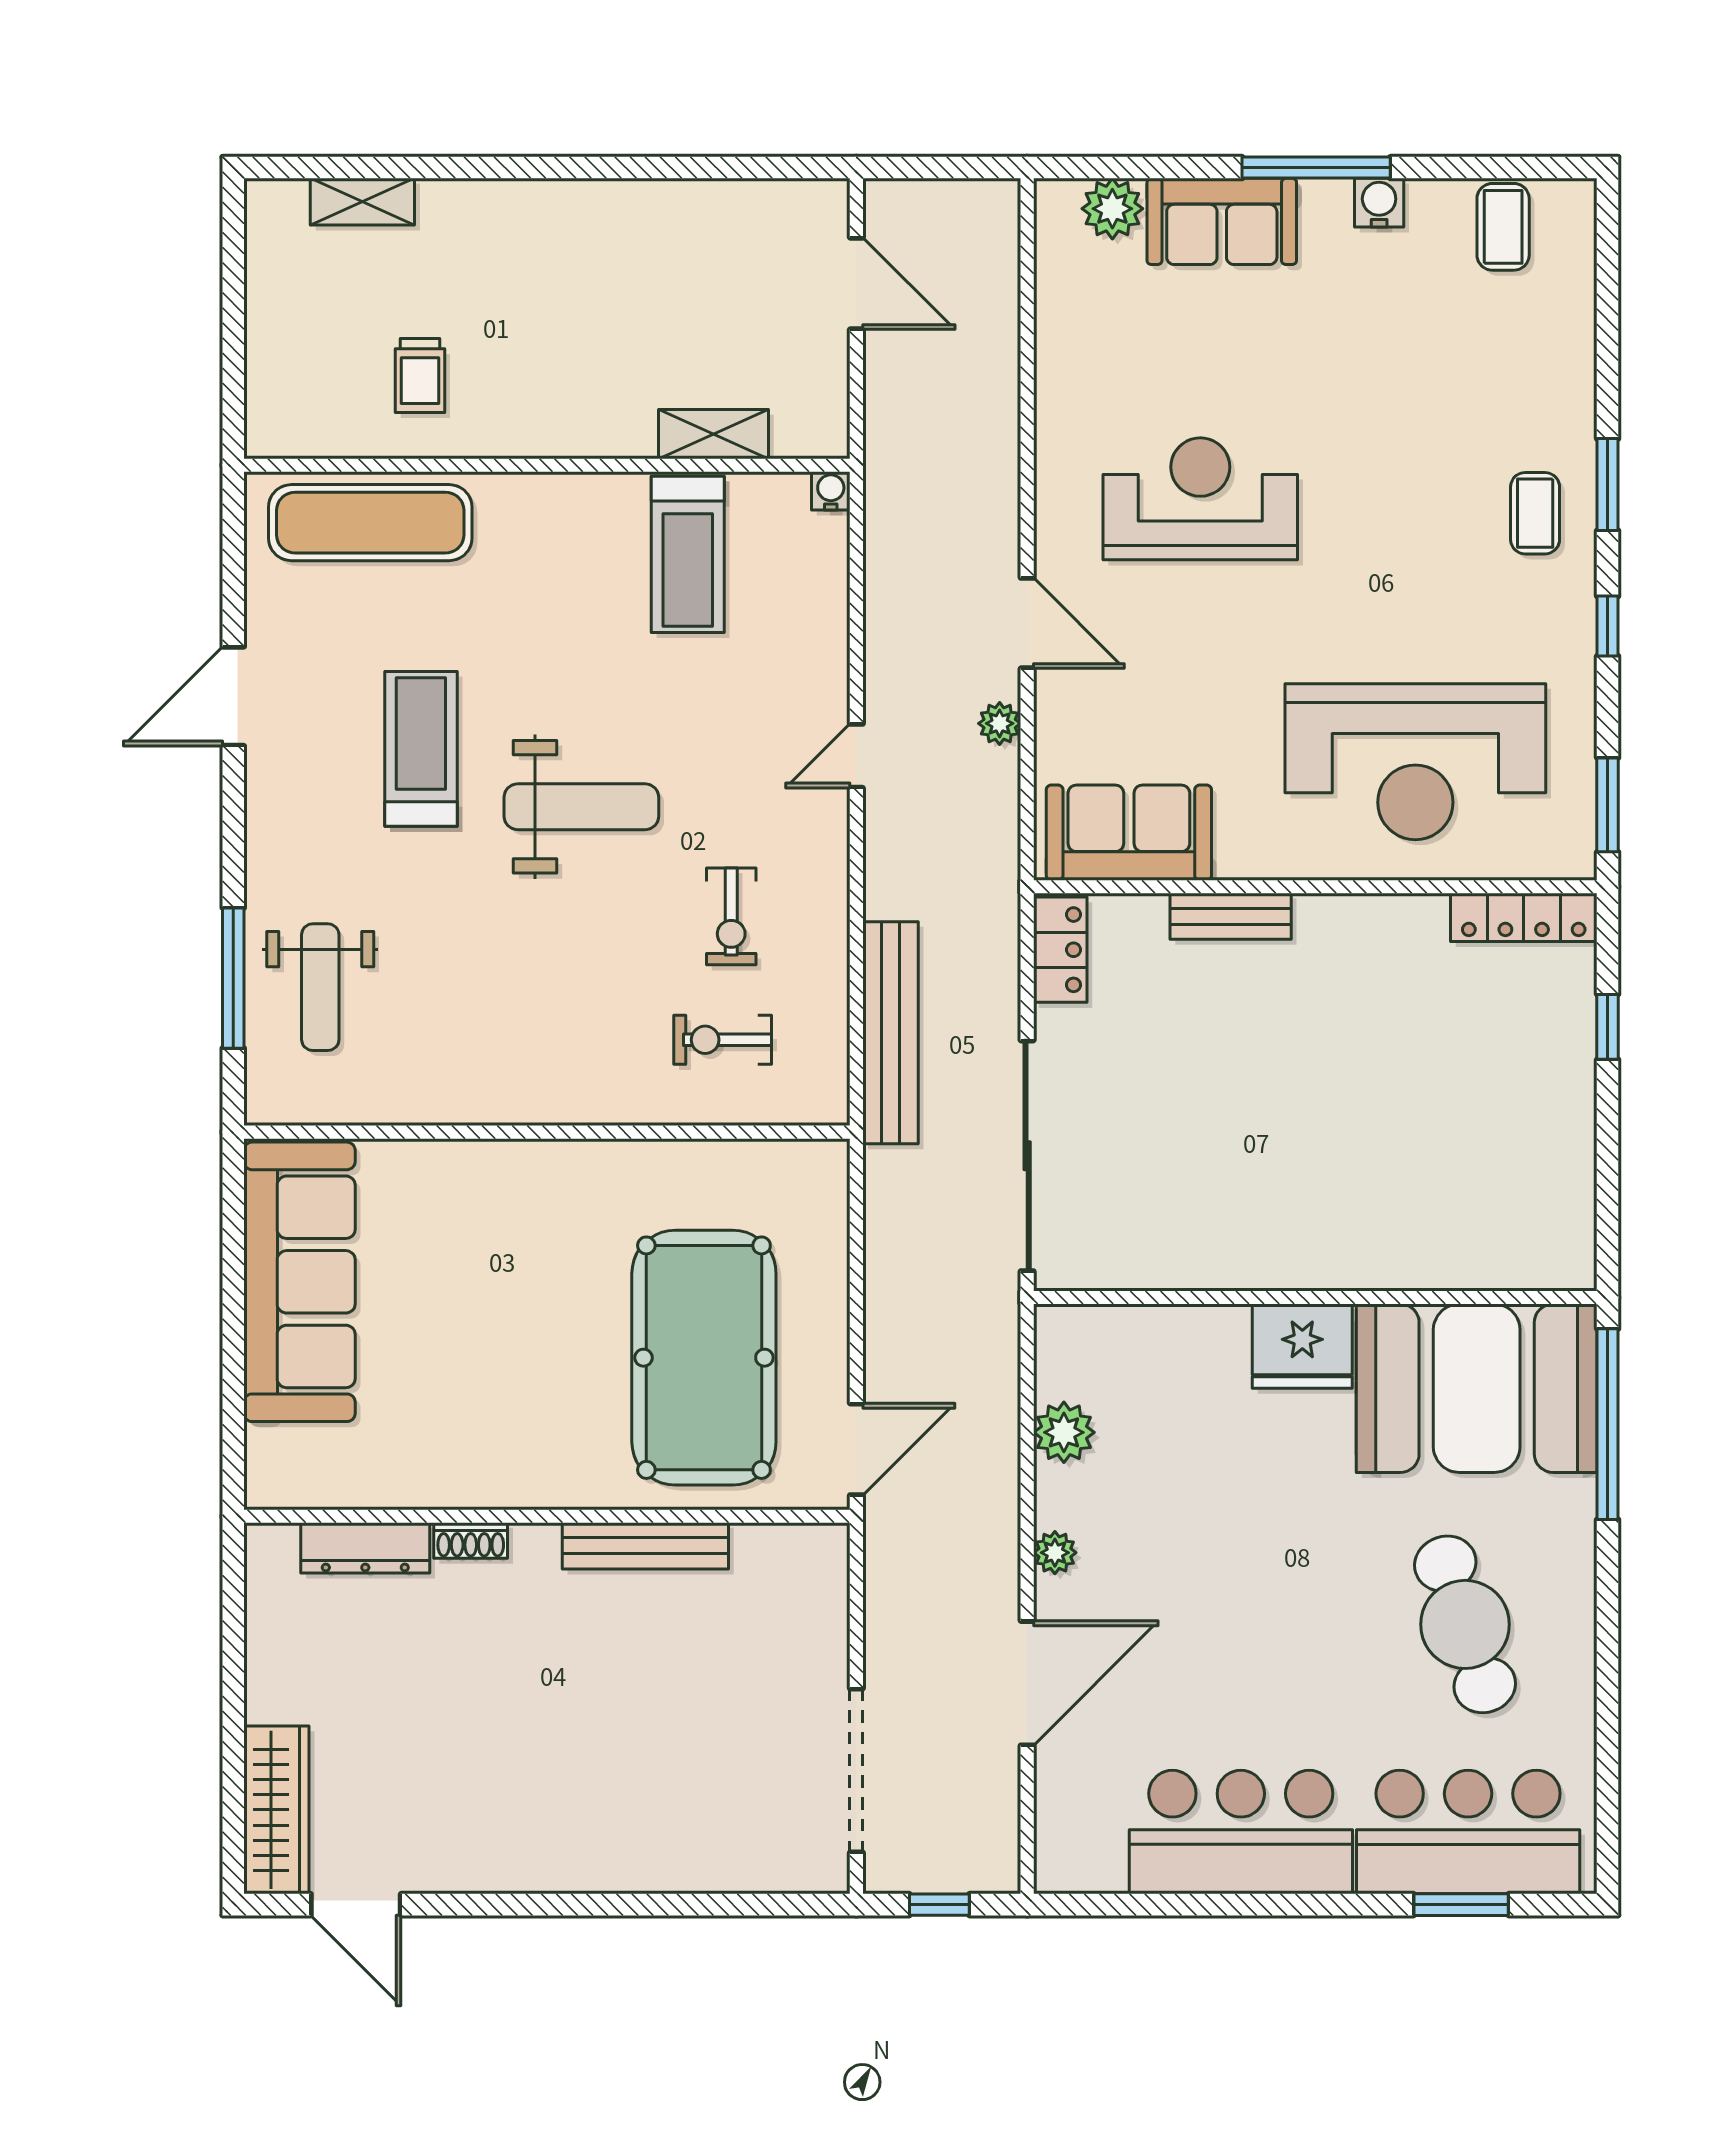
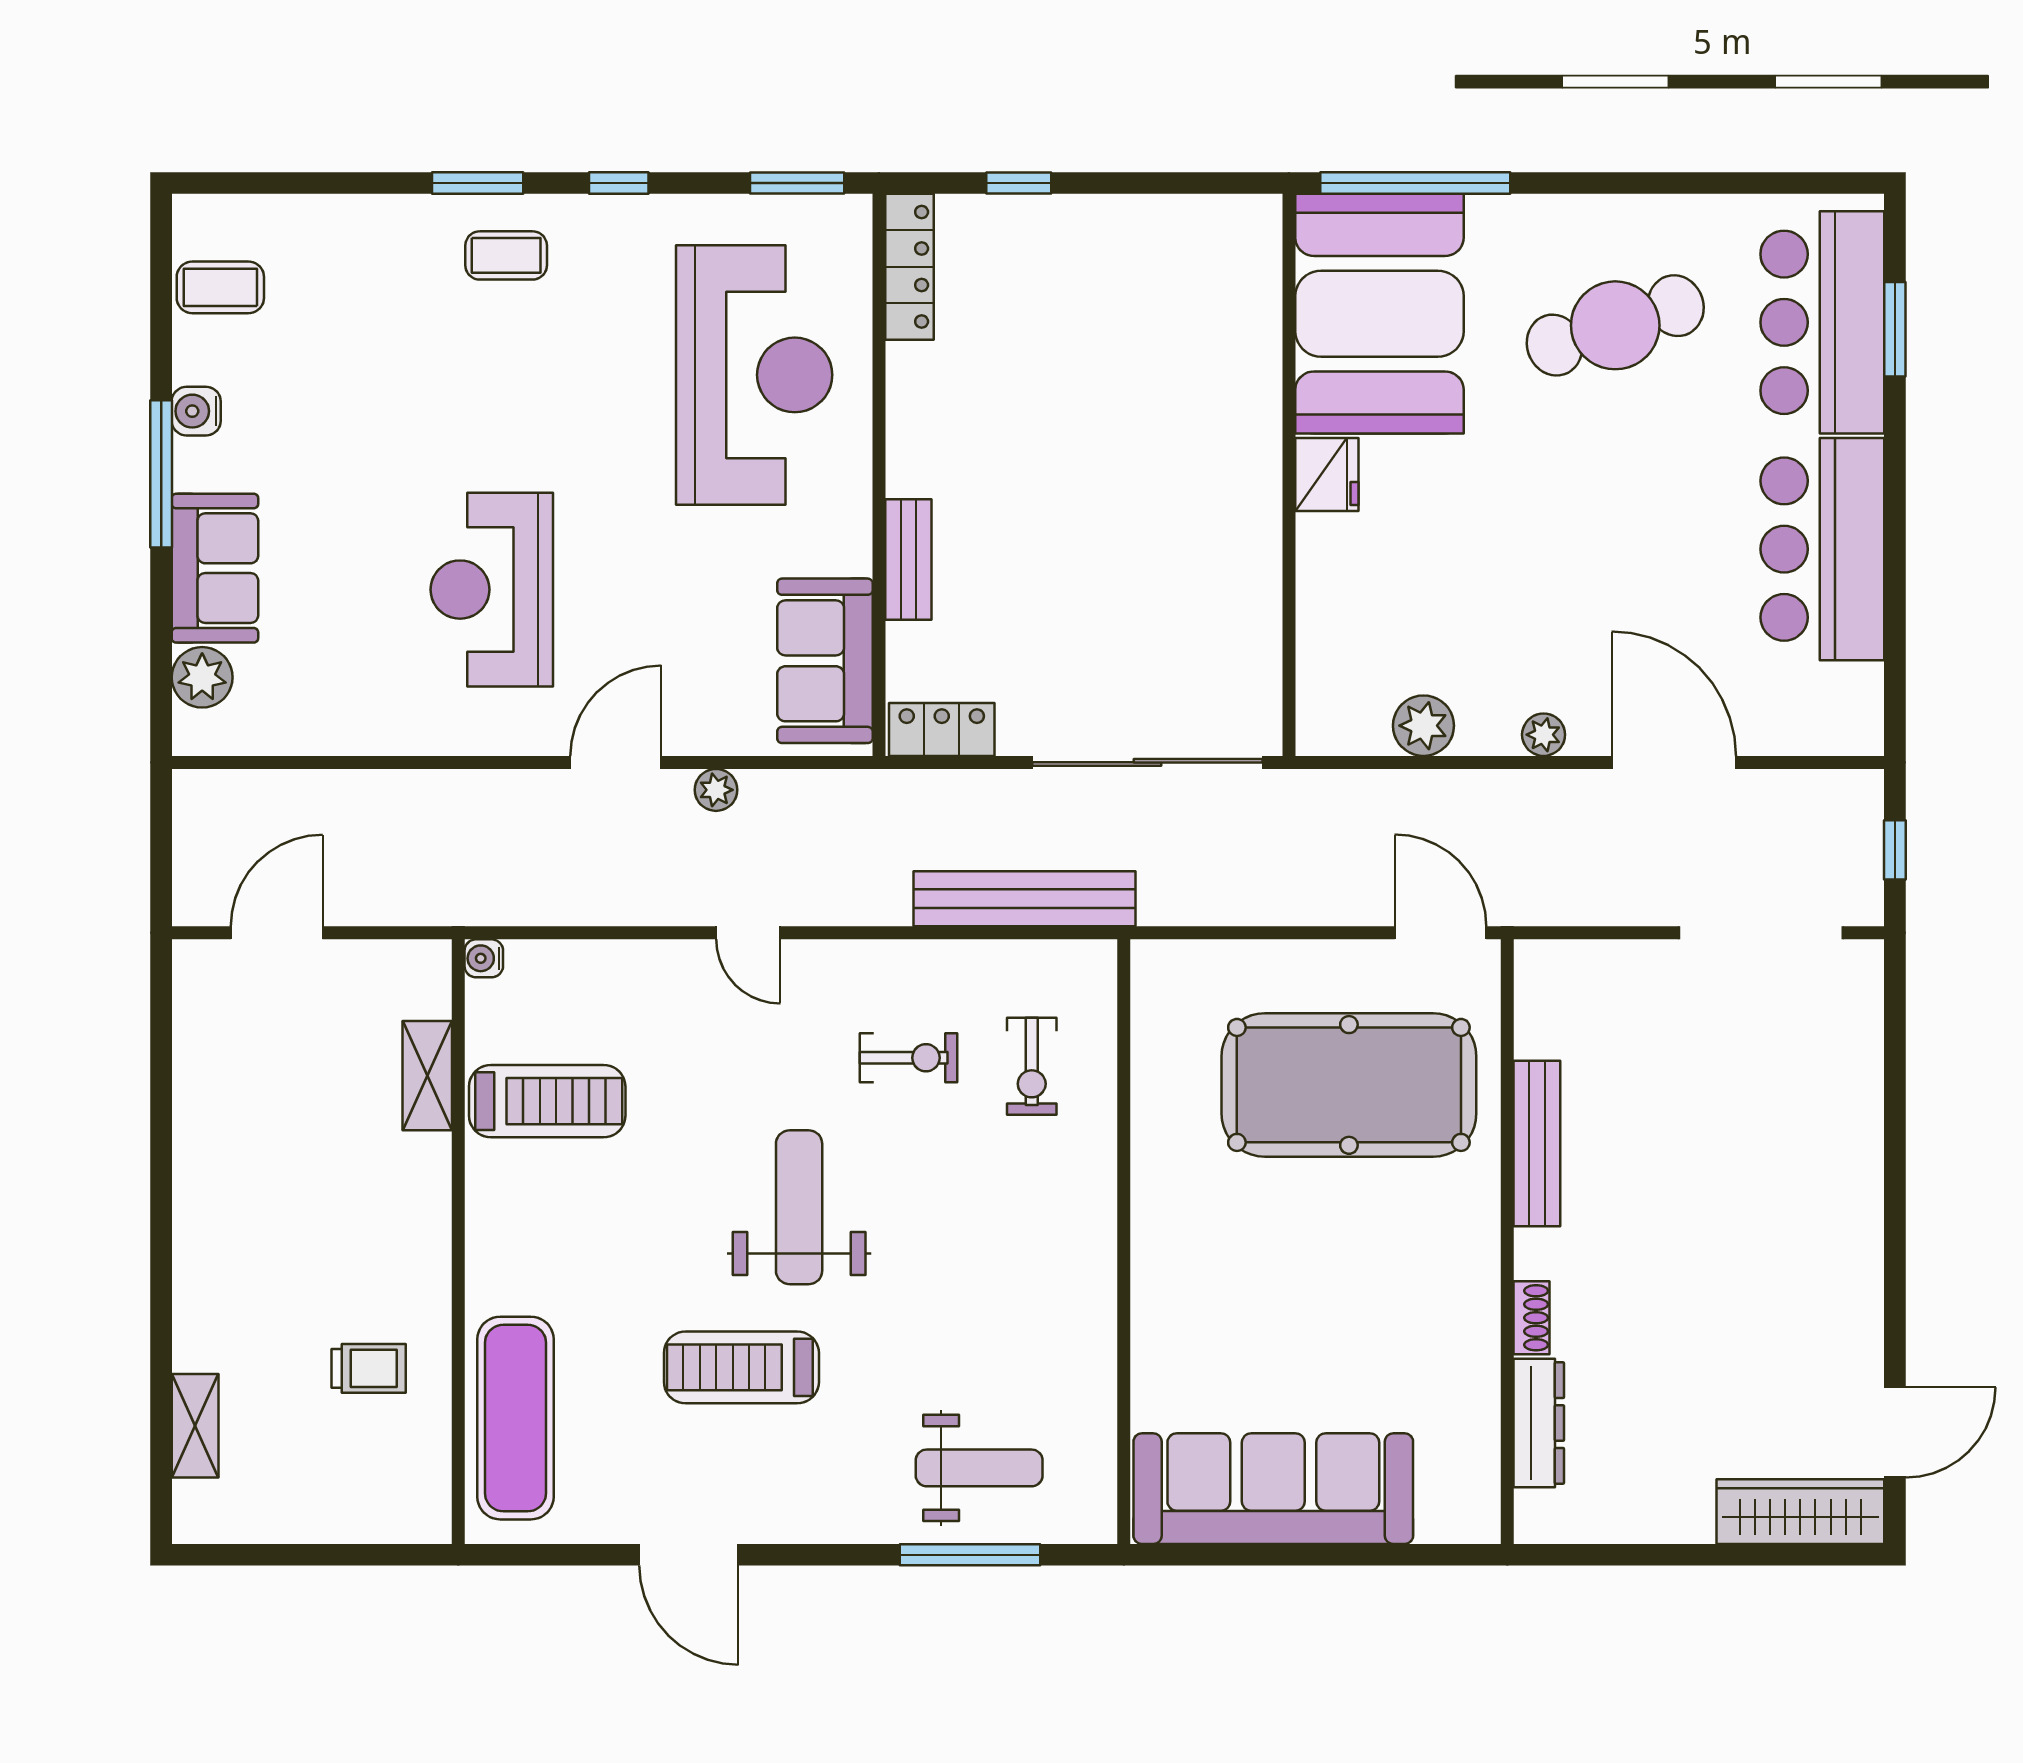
fridge: (1302, 1346) -> (1327, 475), width x0.73, depth x0.75

